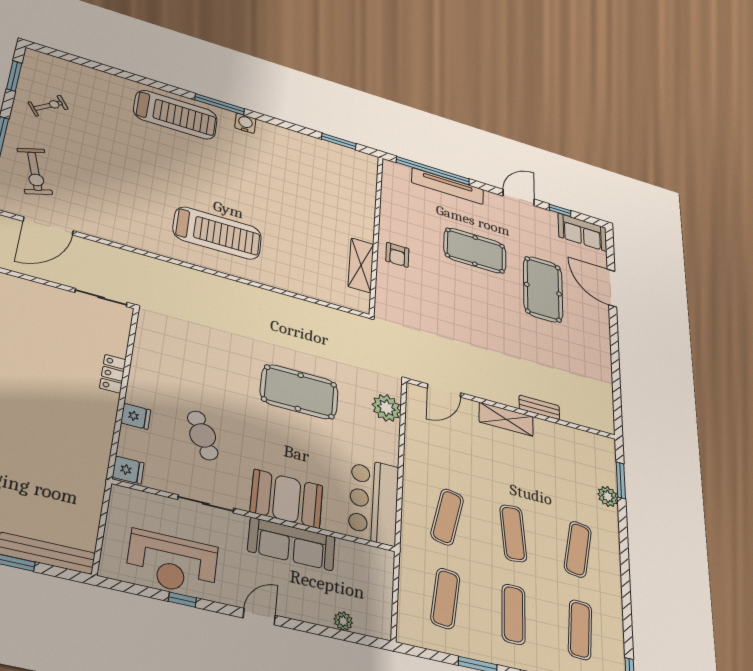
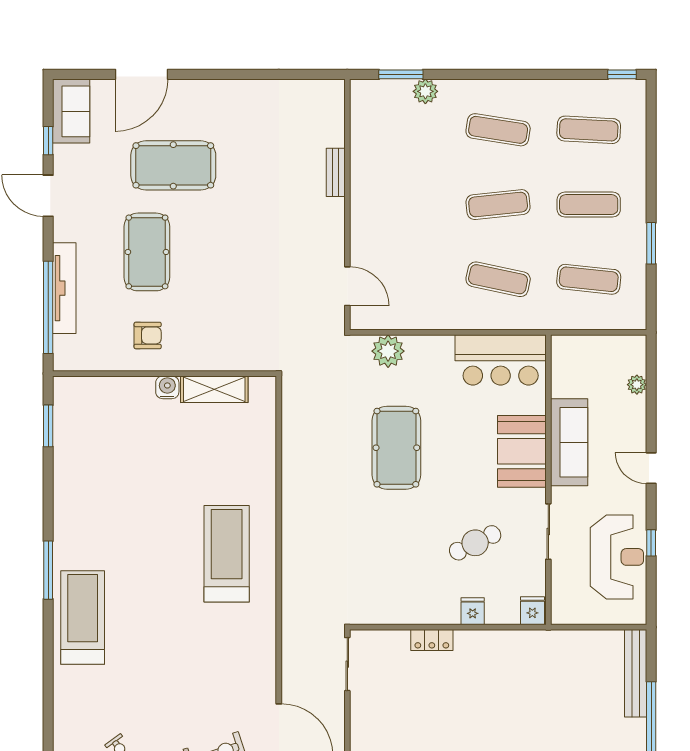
water cooler: (245, 123) -> (167, 387), moved, turned 90
armchair: (397, 255) -> (148, 335), moved
shelving: (506, 419) -> (362, 213), removed

